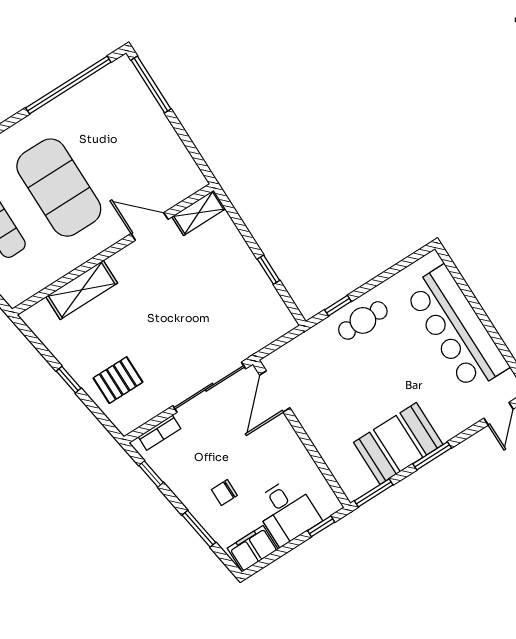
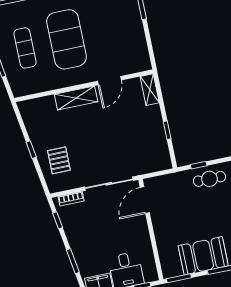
shelving: (199, 213) -> (150, 90), moved, turned 90
door: (150, 226) -> (109, 81), swing flipped
shelving: (82, 290) -> (76, 98), moved
pallet: (118, 380) -> (59, 160), turned 90
chair: (224, 492) -> (95, 246), removed

